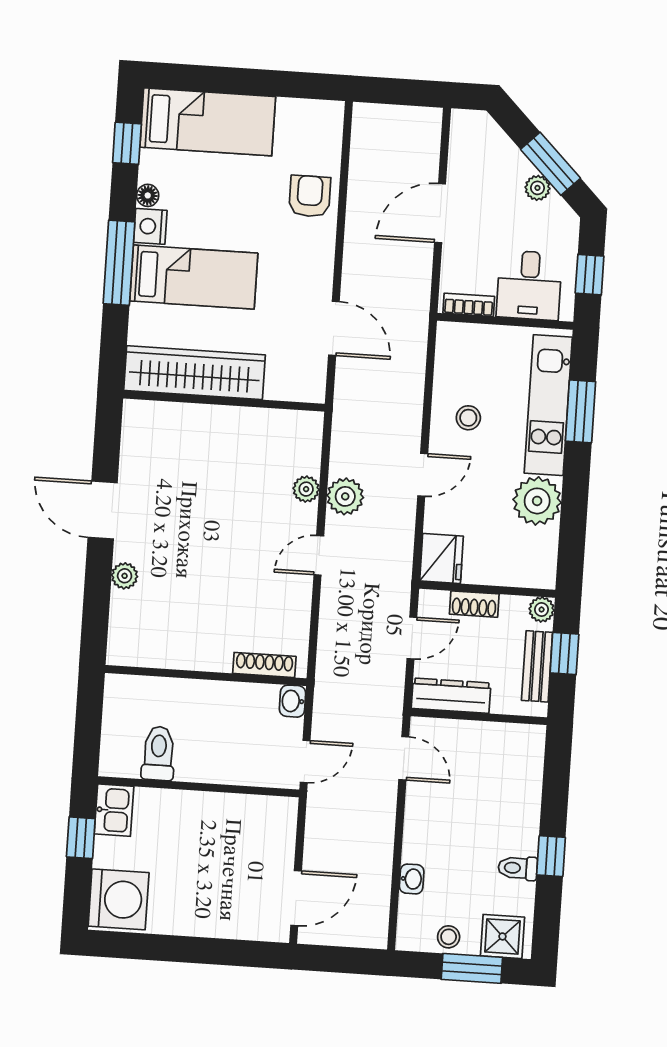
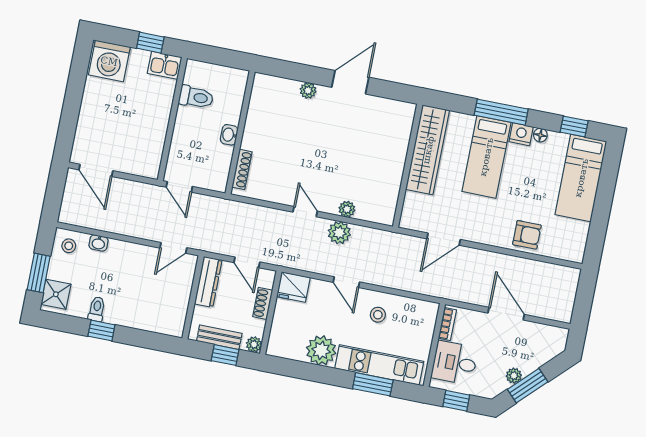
washbasin: (293, 701) -> (229, 135), moved, turned -90
stool: (449, 937) -> (69, 246), moved

